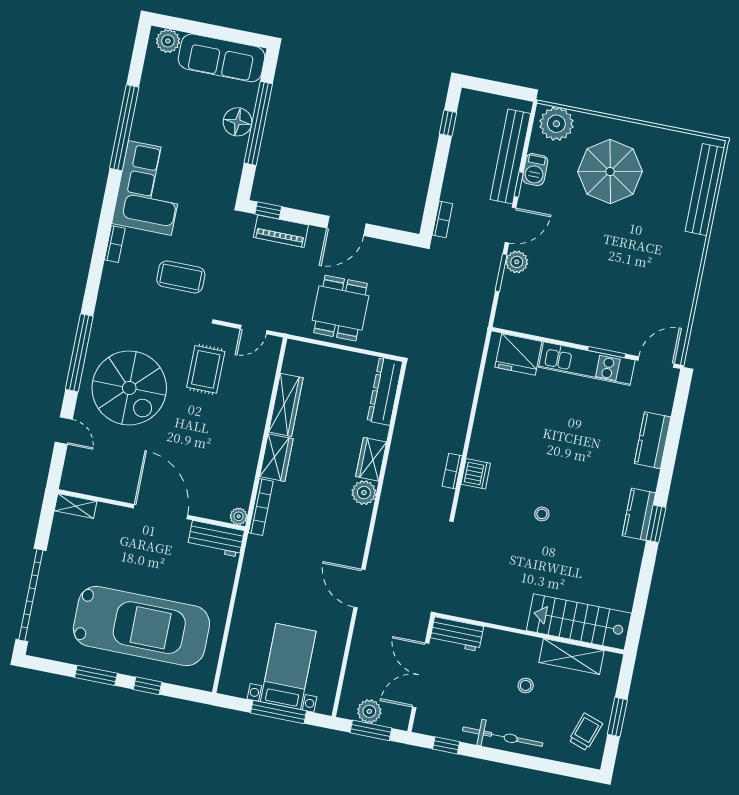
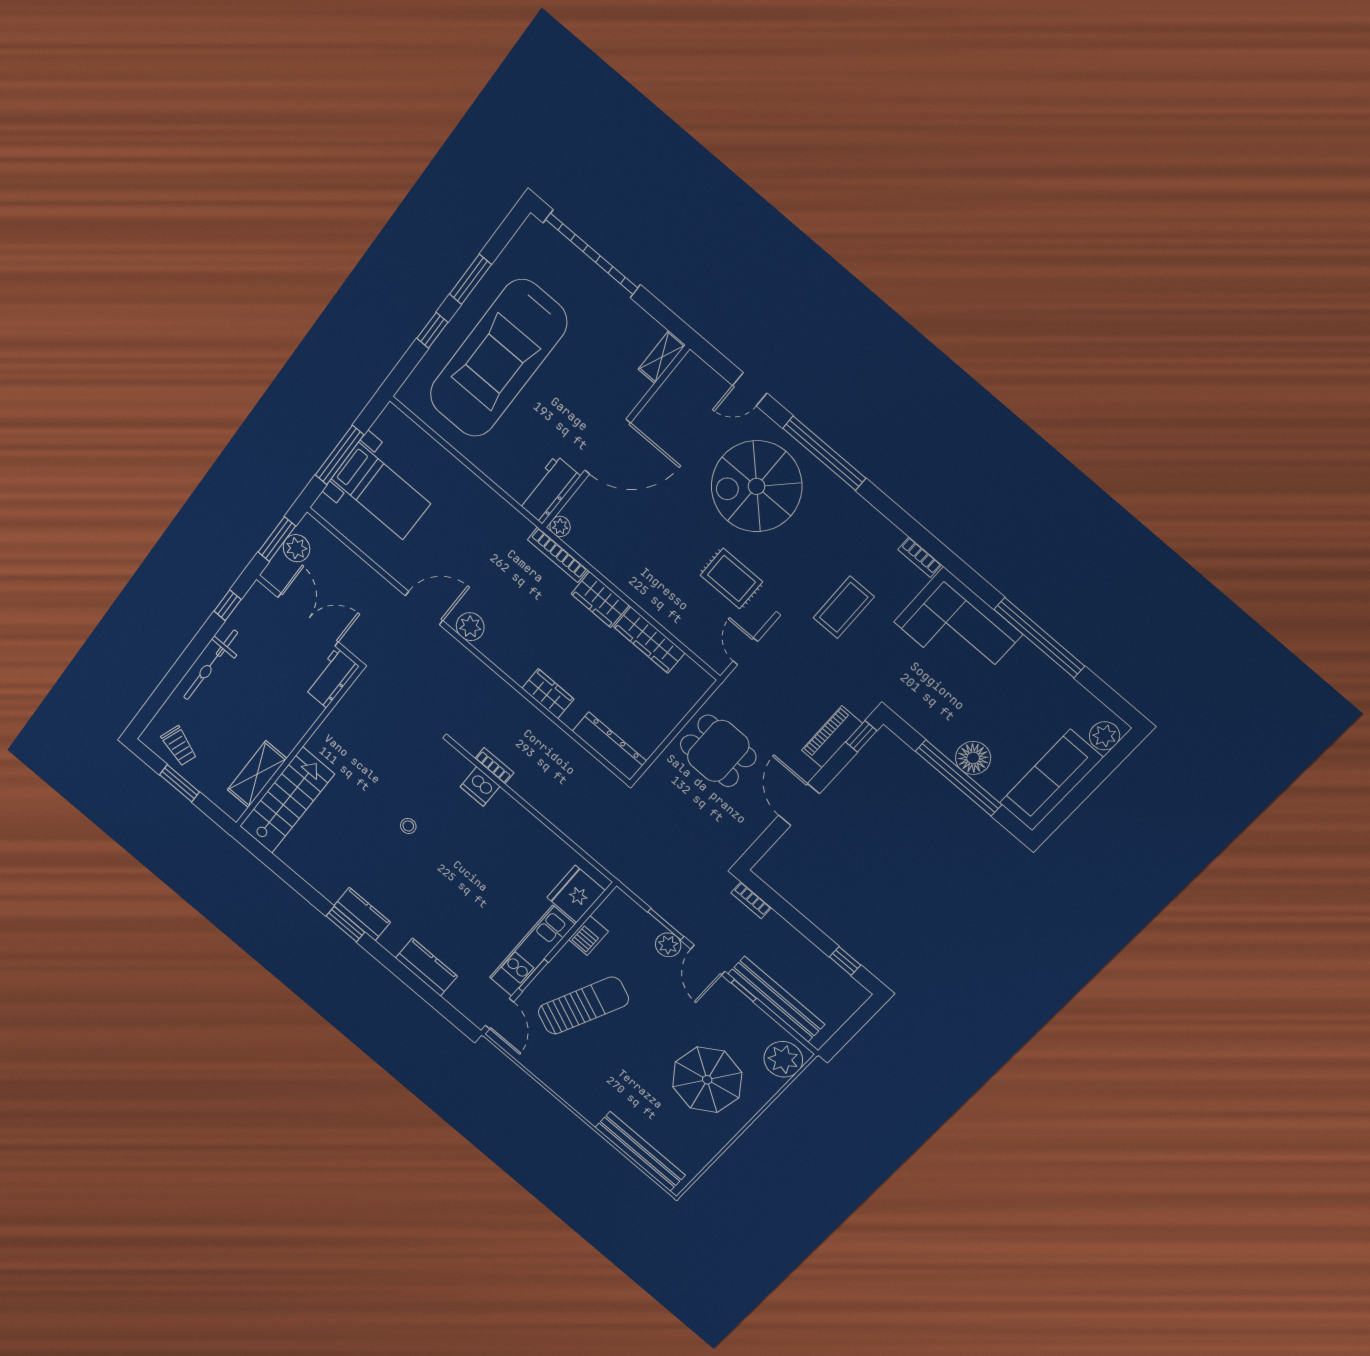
barbecue: (535, 170) -> (588, 935), moved, turned -90
sun lounger: (608, 300) -> (583, 1006), added
plant: (364, 493) -> (470, 627), moved
stool: (526, 685) -> (250, 715), removed

